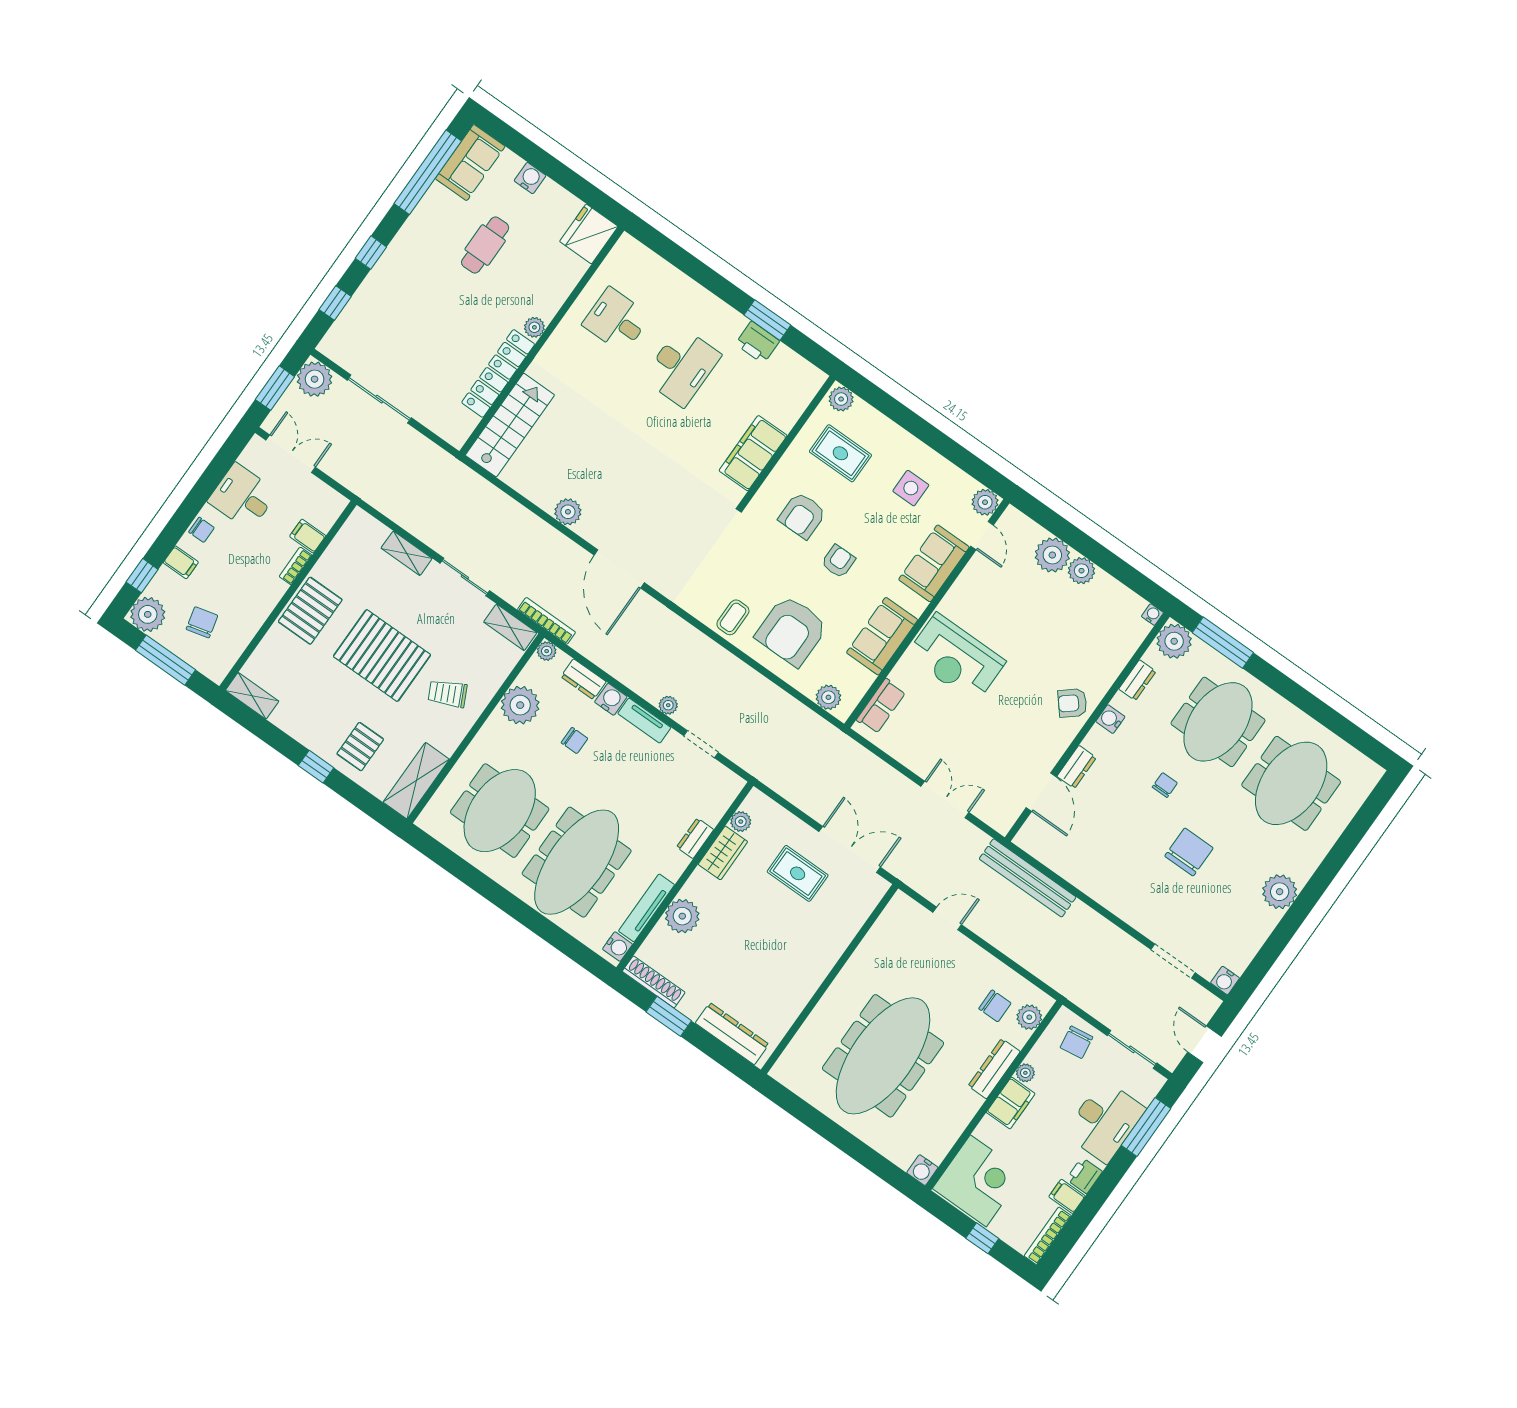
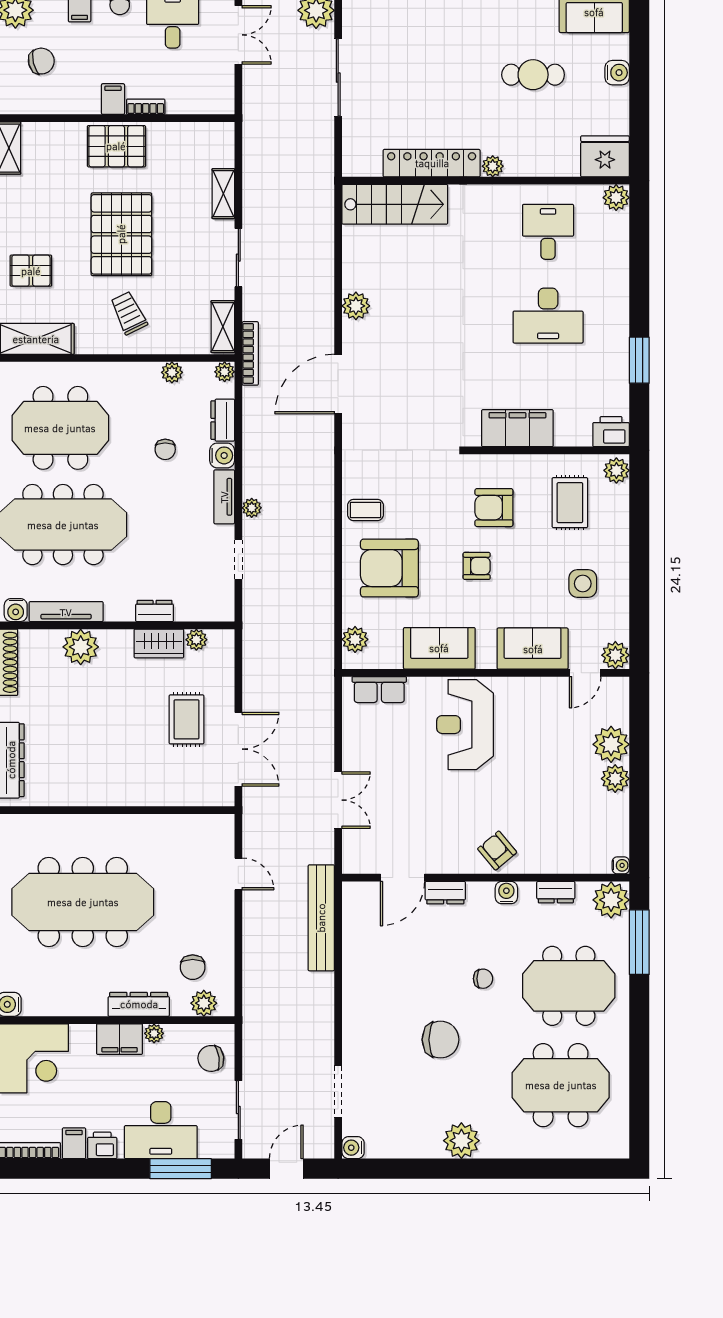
plant: (627, 248) -> (616, 198), added
printer: (757, 342) -> (611, 432), moved, turned 90
filing cabinet: (308, 536) -> (113, 99), moved
plant: (520, 705) -> (172, 372), width x0.53, depth x0.53

